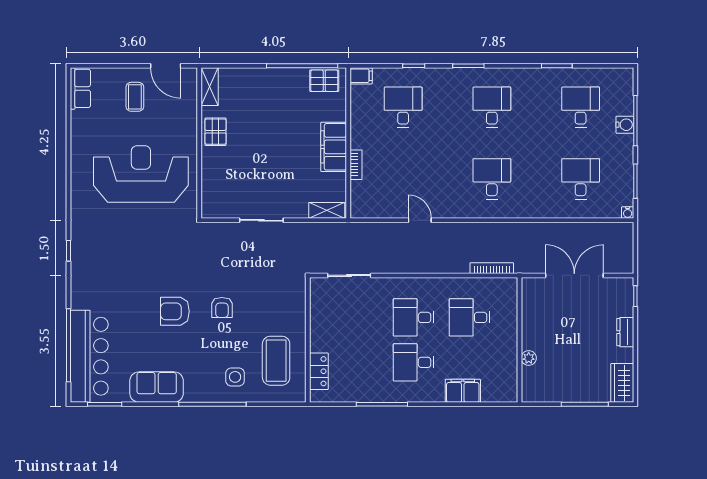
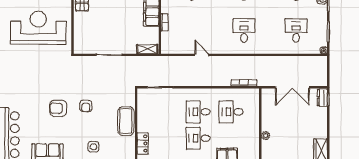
double door: (574, 275) -> (292, 87), swing flipped
dresser: (625, 332) -> (322, 98), moved
coffee table: (276, 361) -> (126, 121), moved

